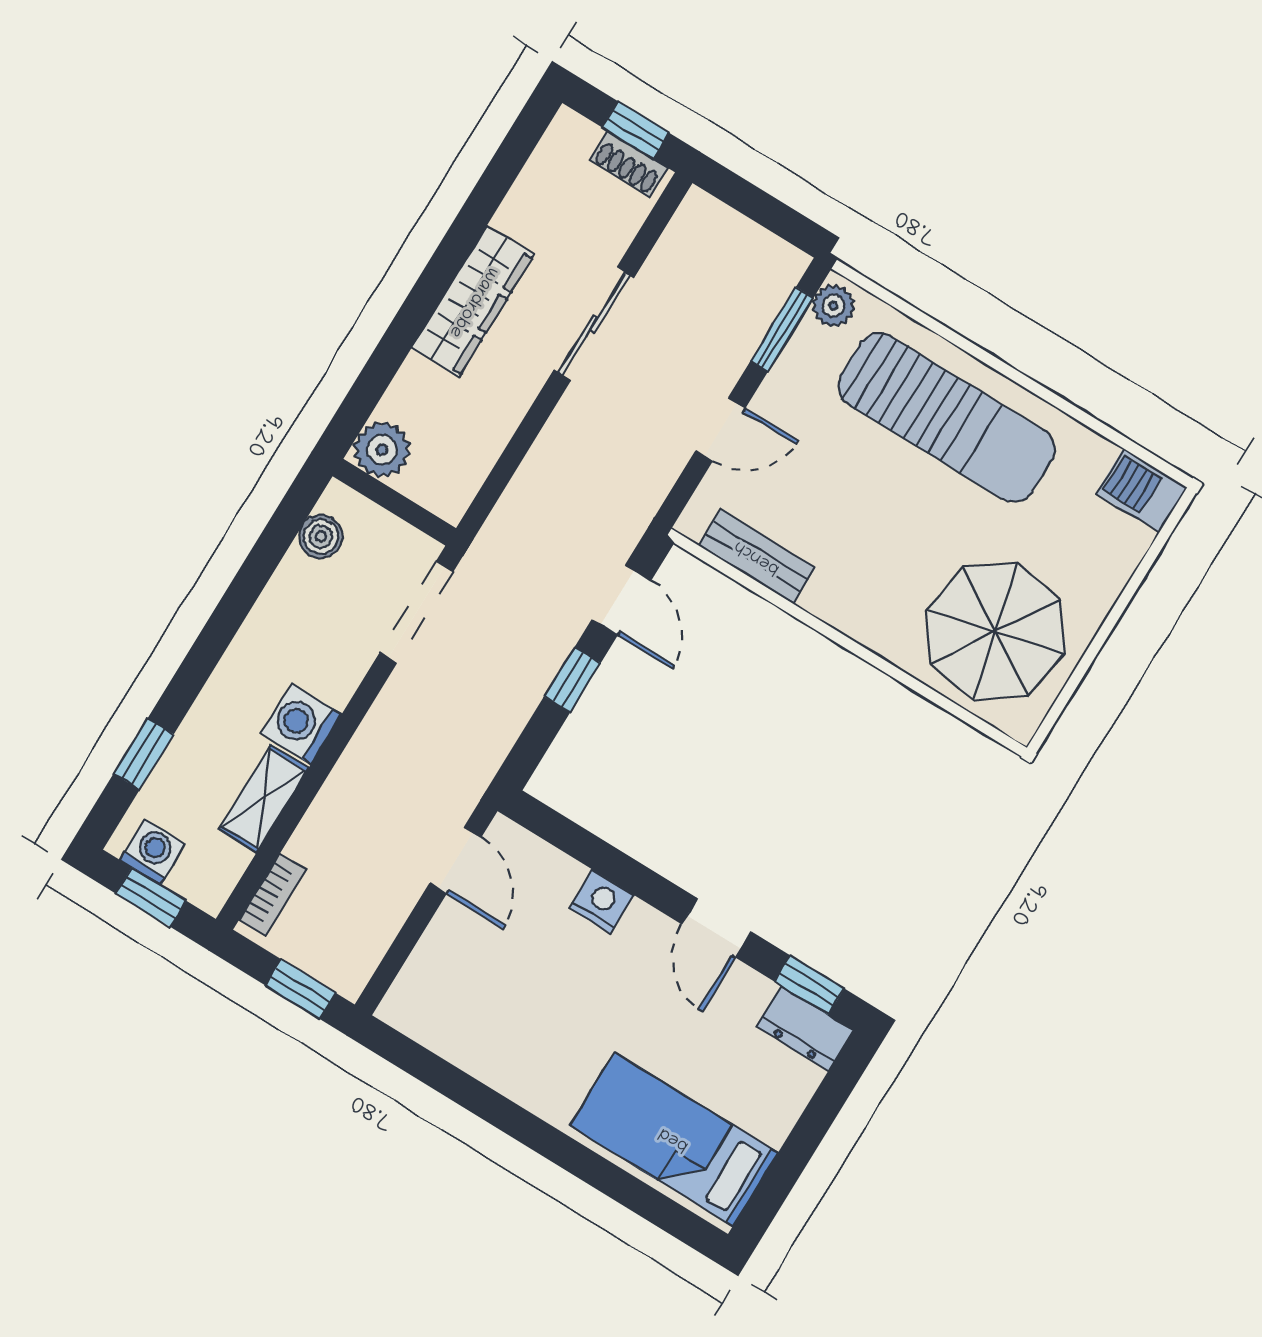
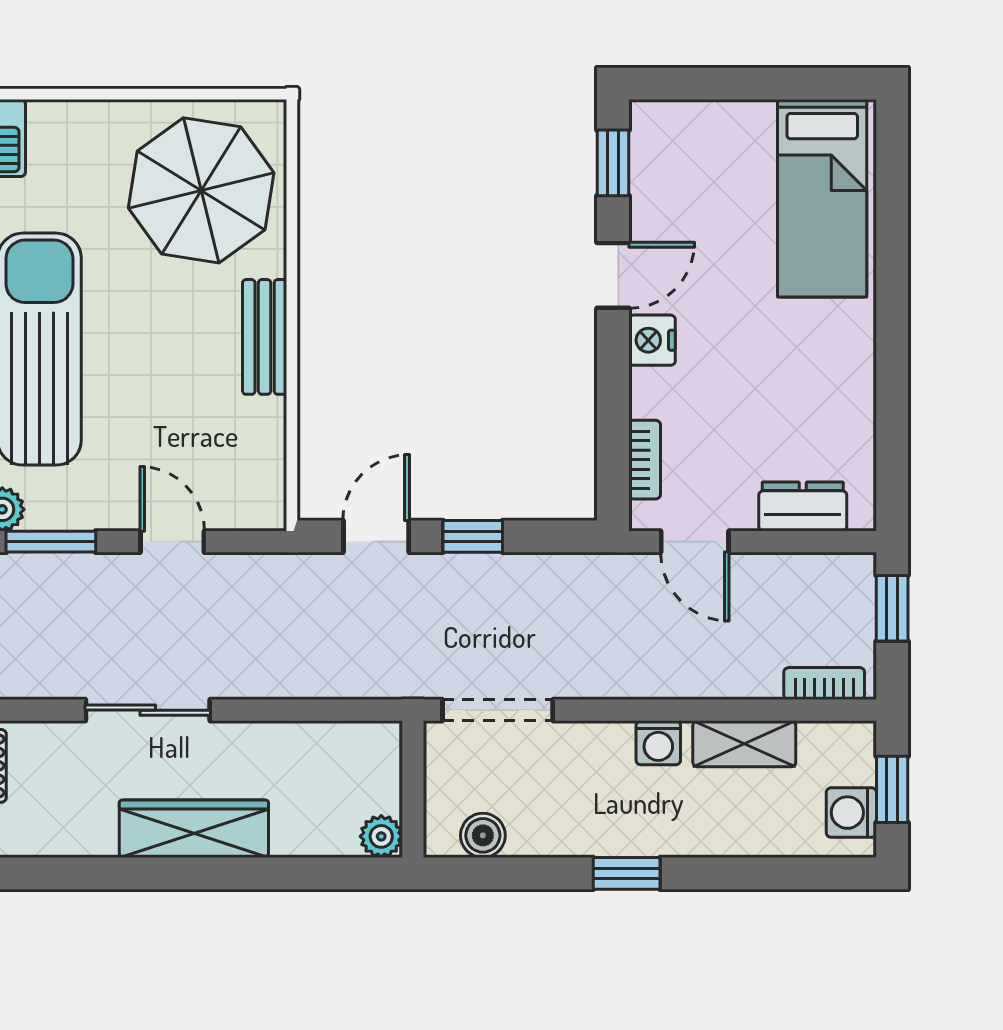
plant: (382, 450) -> (381, 836), width x0.73, depth x0.73
bench: (757, 557) -> (265, 337), moved
washing machine: (301, 724) -> (658, 743), width x0.73, depth x0.73
window: (144, 754) -> (627, 873), moved
door: (455, 860) -> (695, 542), swing flipped
bookcase: (549, 860) -> (645, 460), added
nightstand: (602, 901) -> (652, 340), moved
dresser: (805, 1028) -> (803, 506), moved, turned -90

